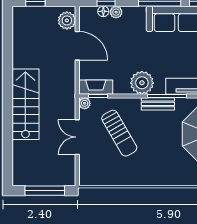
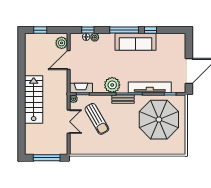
door: (77, 46) -> (69, 60), swing flipped
double door: (77, 137) -> (69, 122), swing flipped

